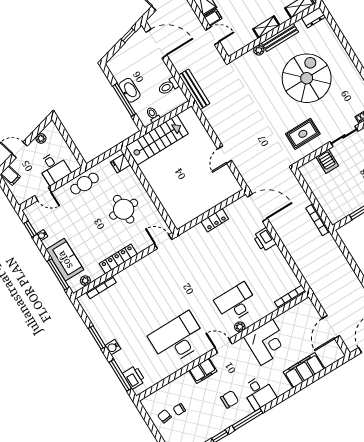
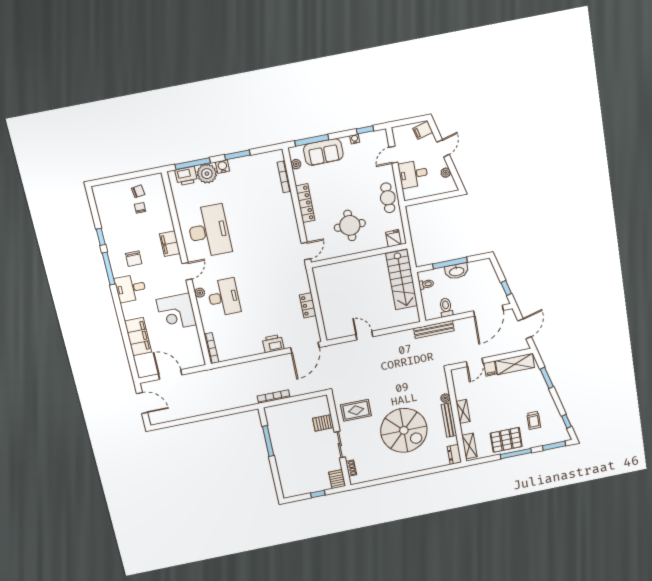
rug: (303, 134) -> (356, 410), turned 90
plant: (125, 359) -> (207, 174), added

